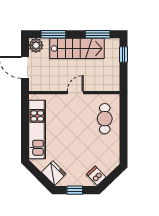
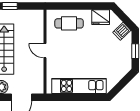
fridge: (54, 173) -> (101, 17), moved, turned -135

